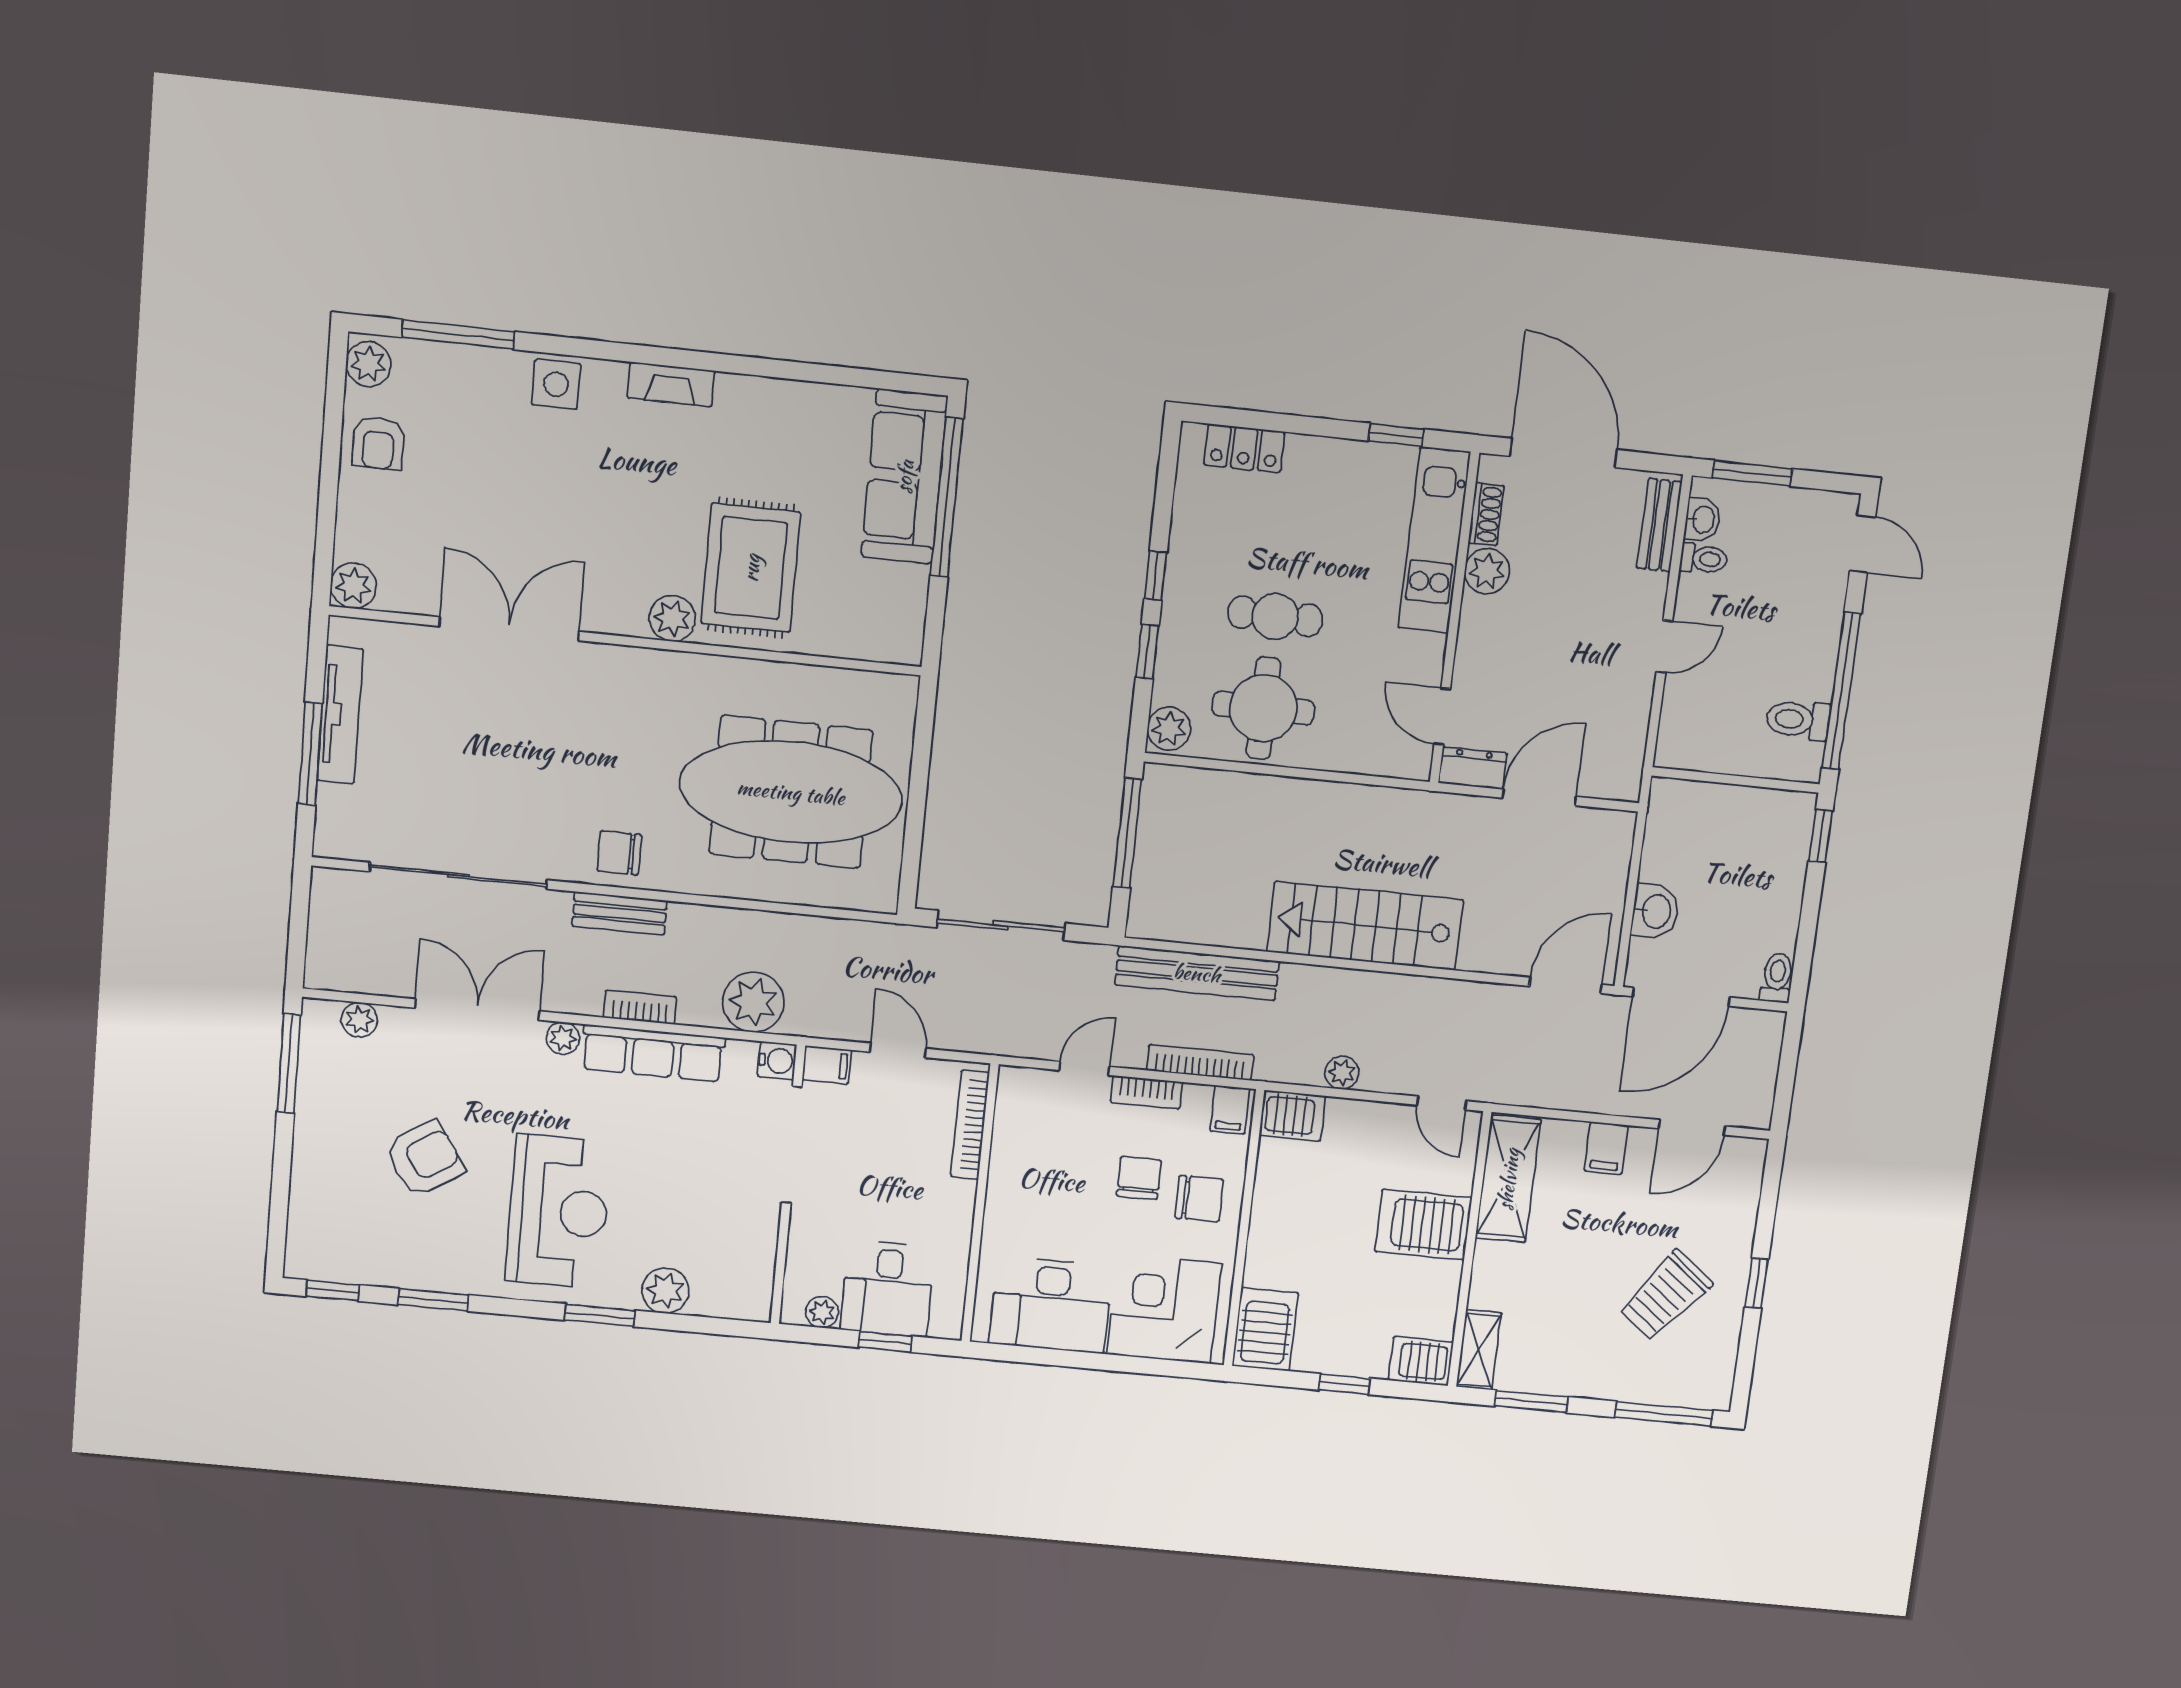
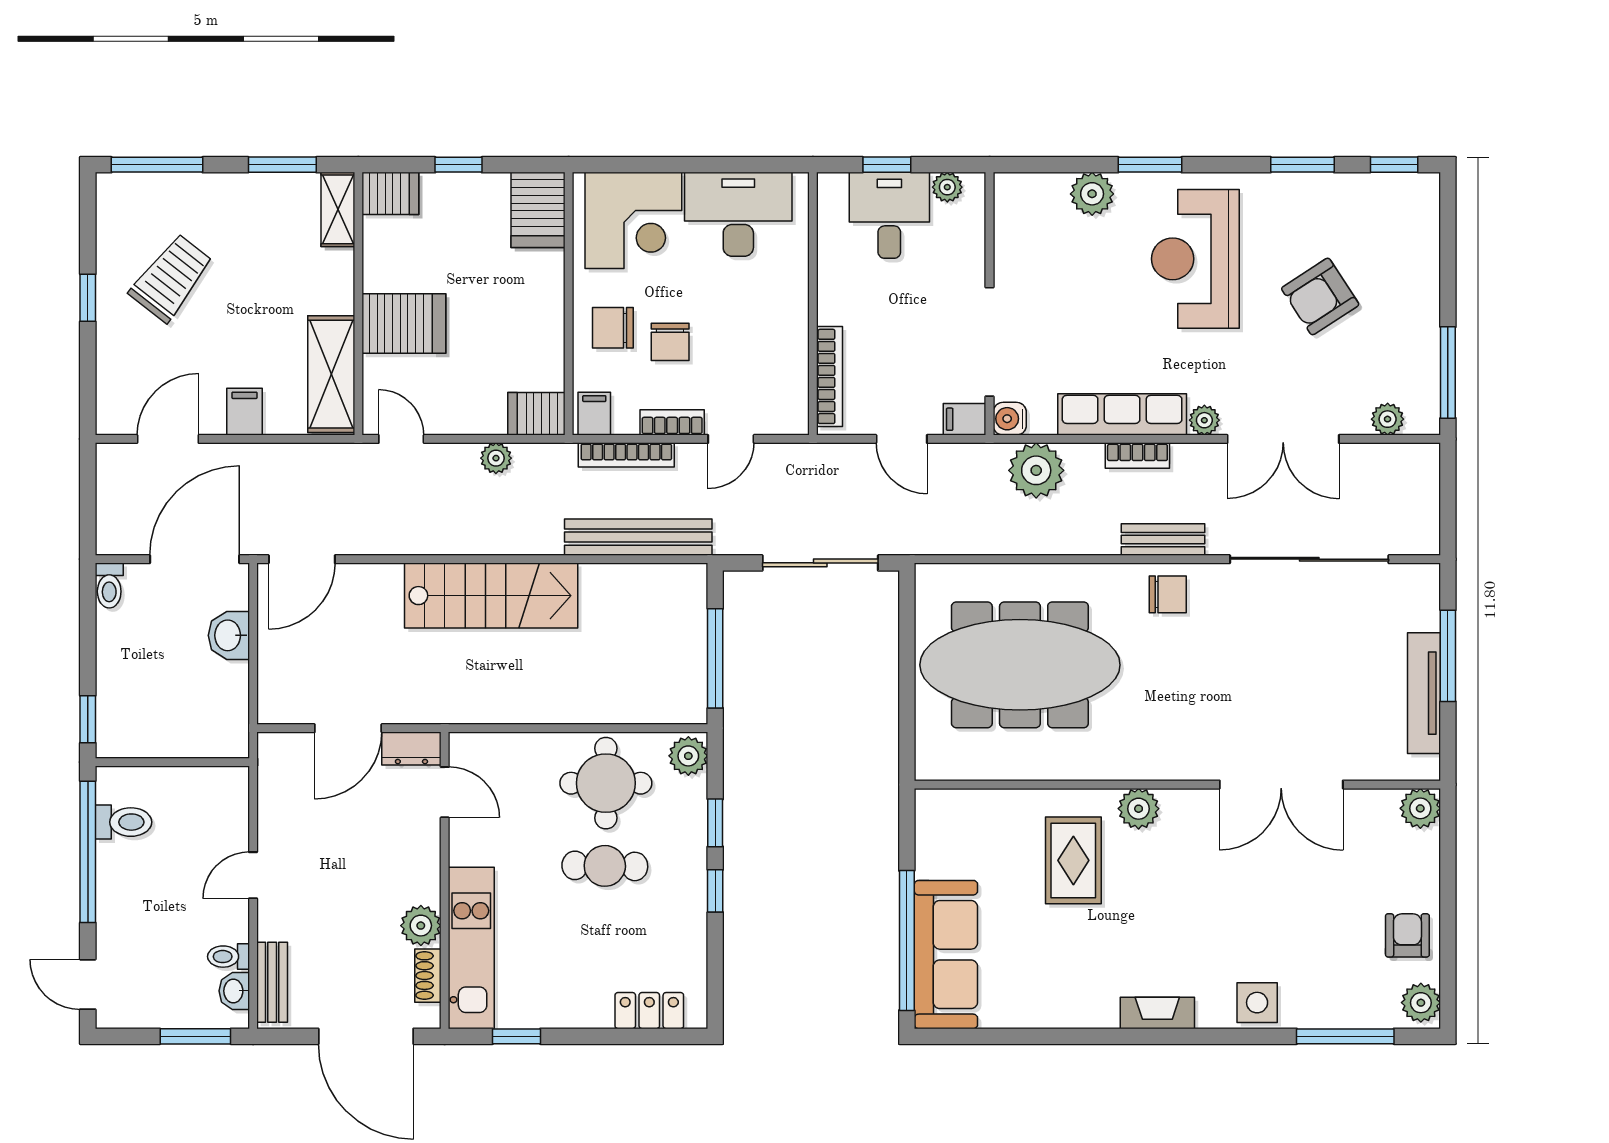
rug: (751, 568) -> (1073, 860), width x0.73, depth x0.70

